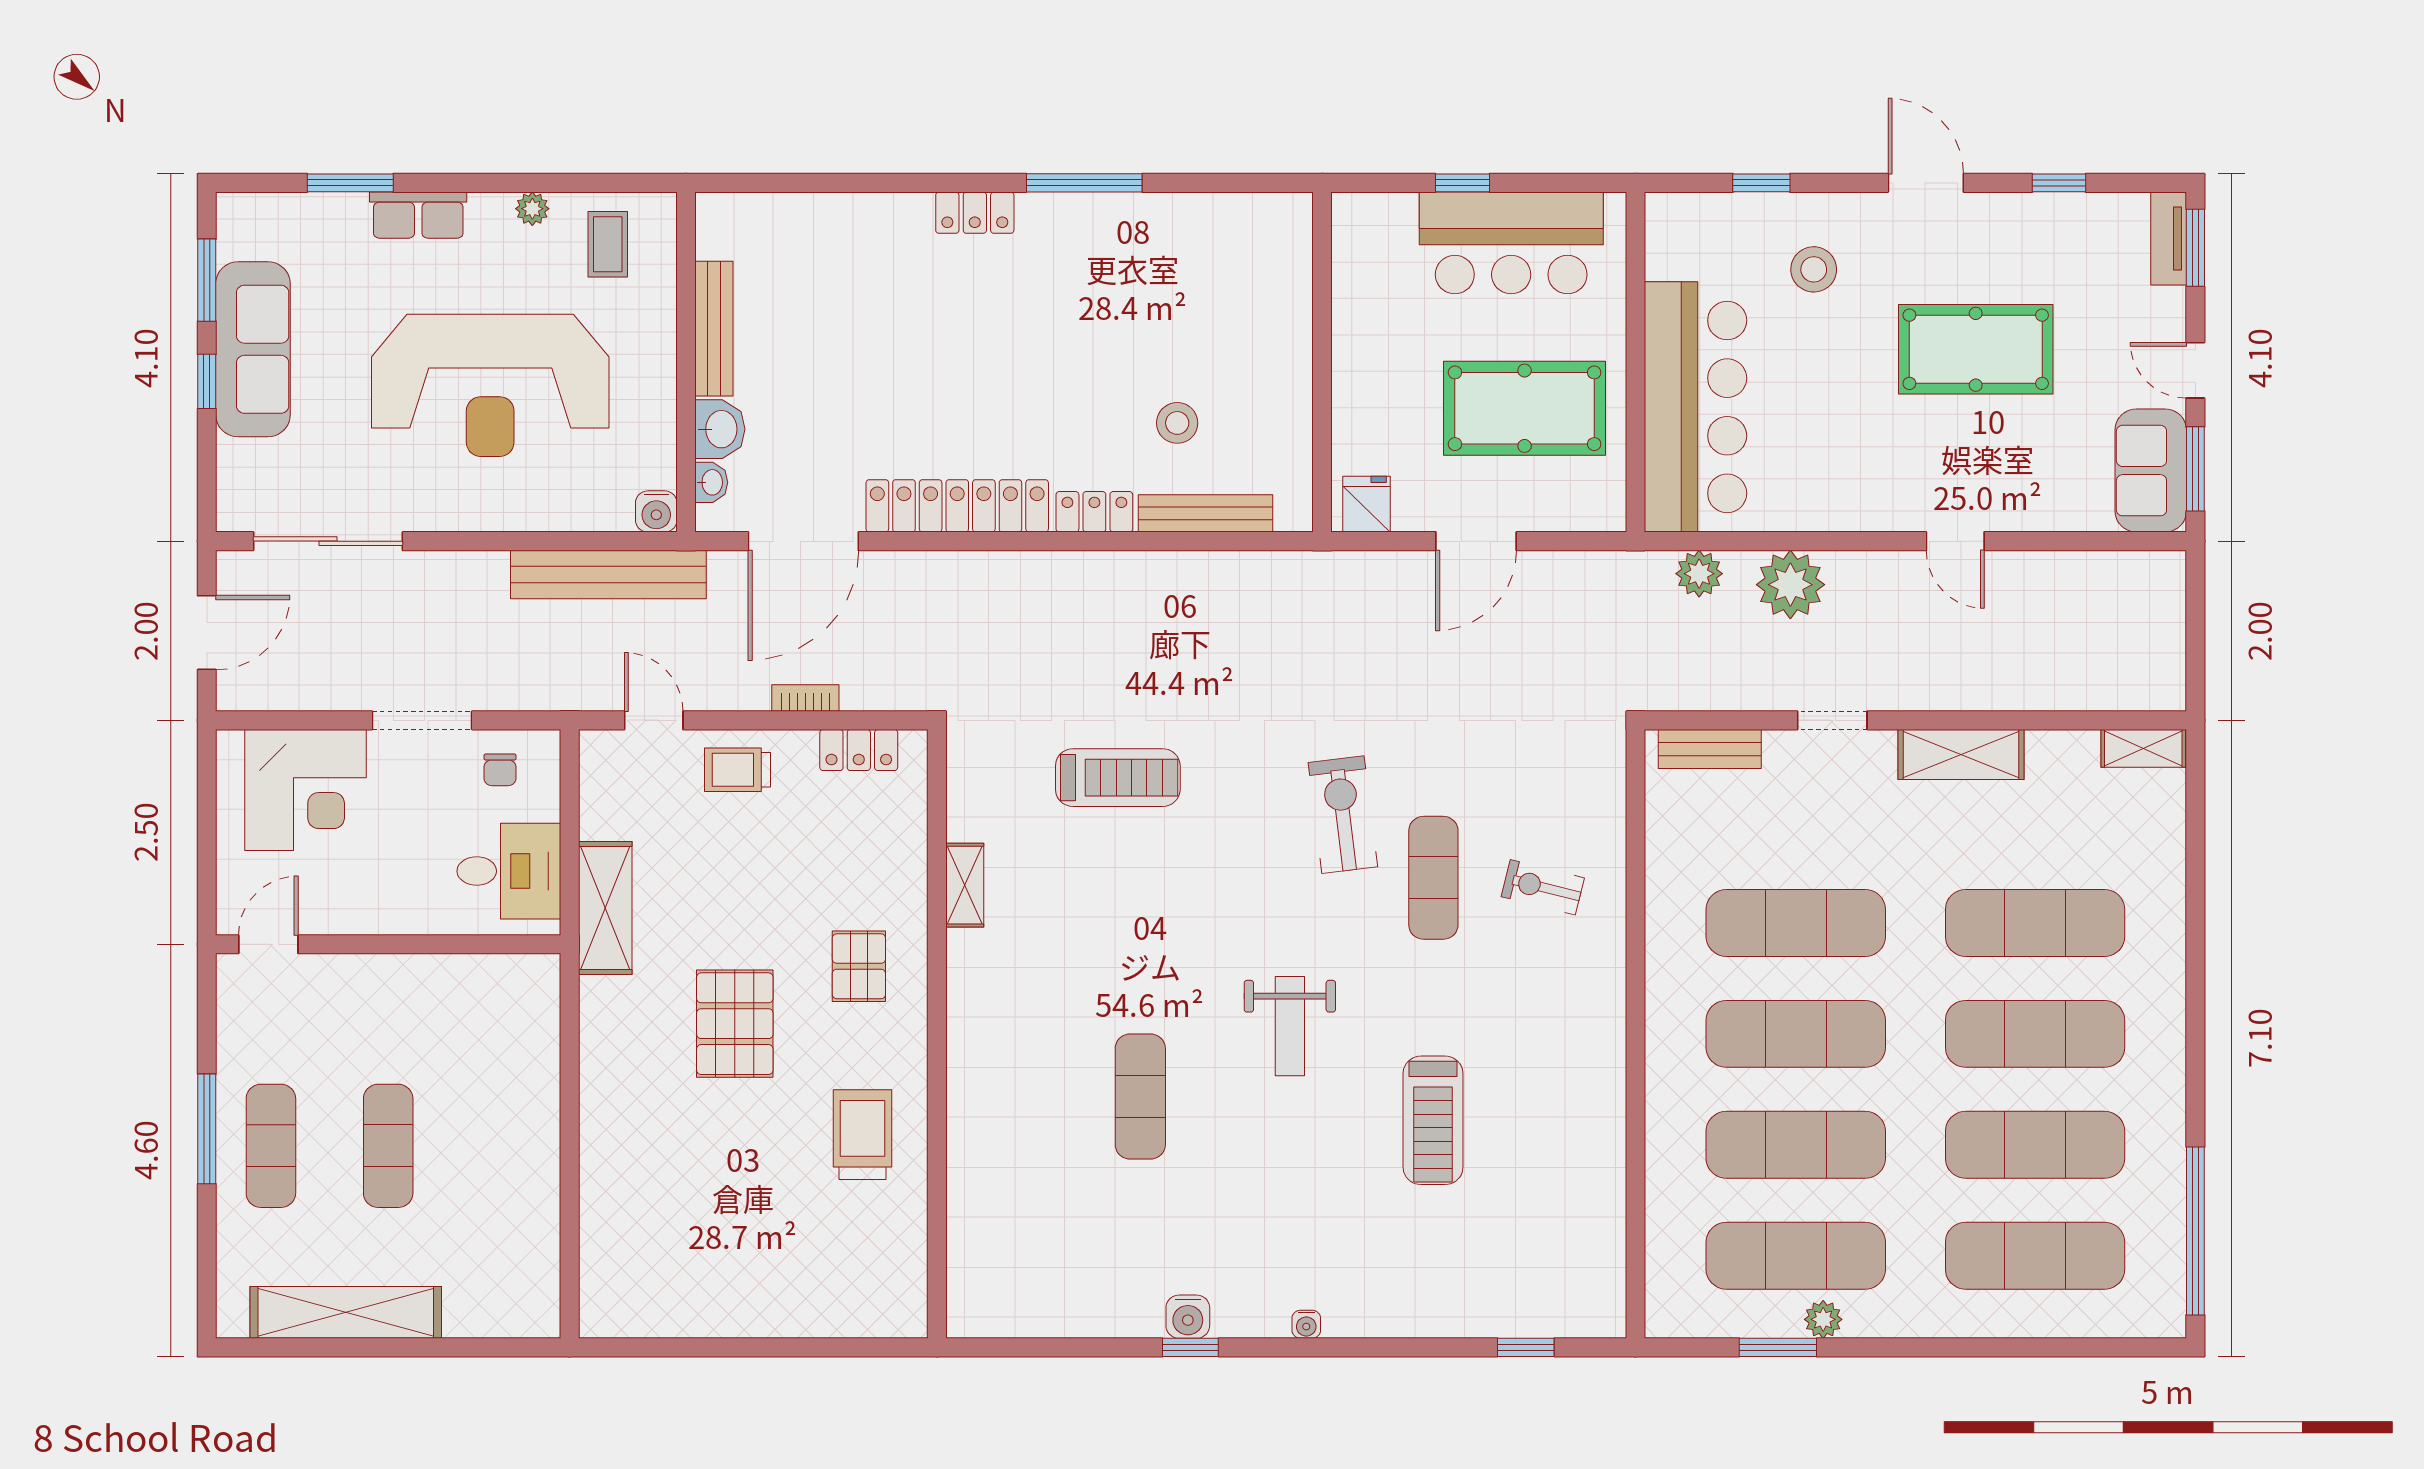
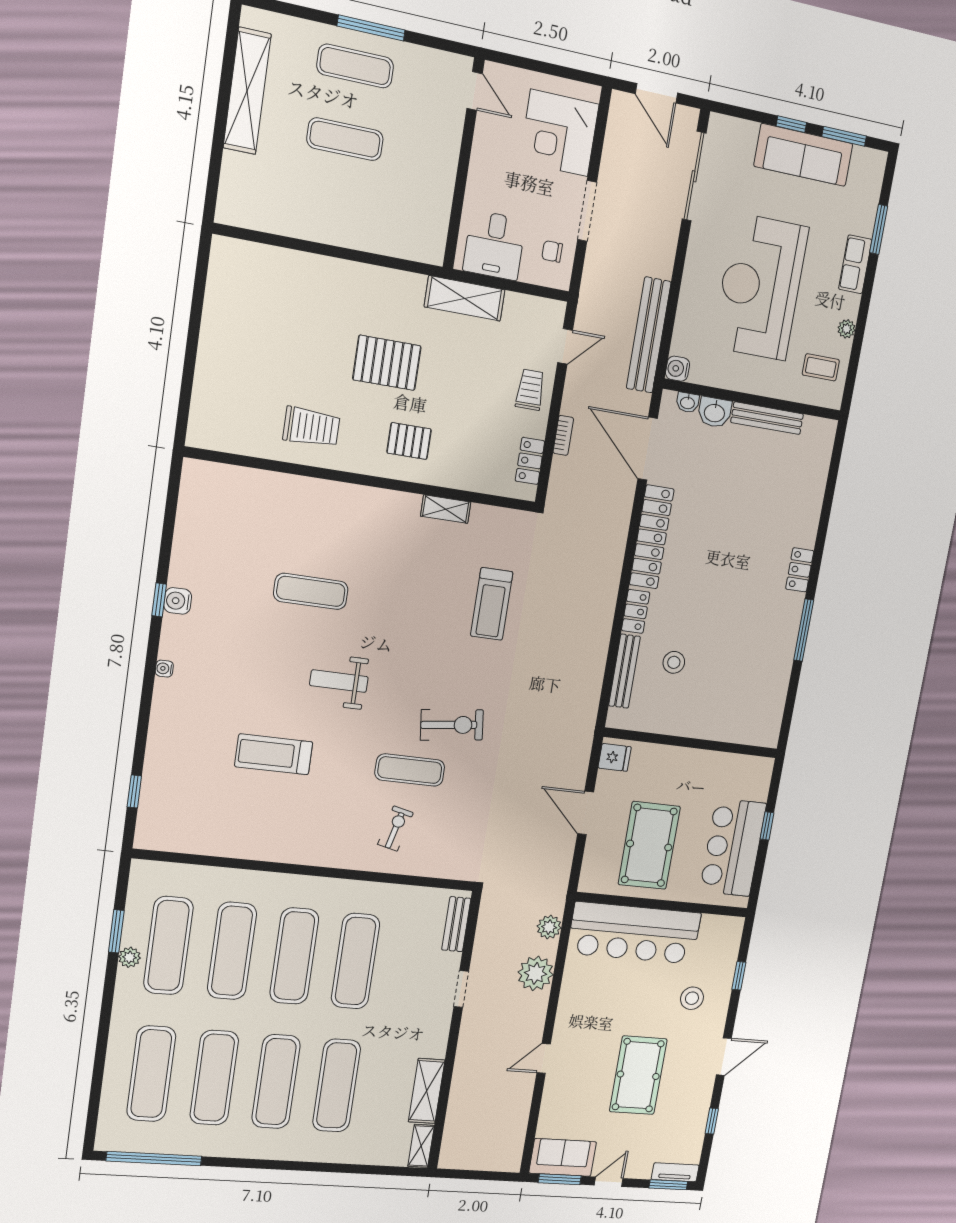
shelving: (1961, 754) -> (427, 1091), moved

